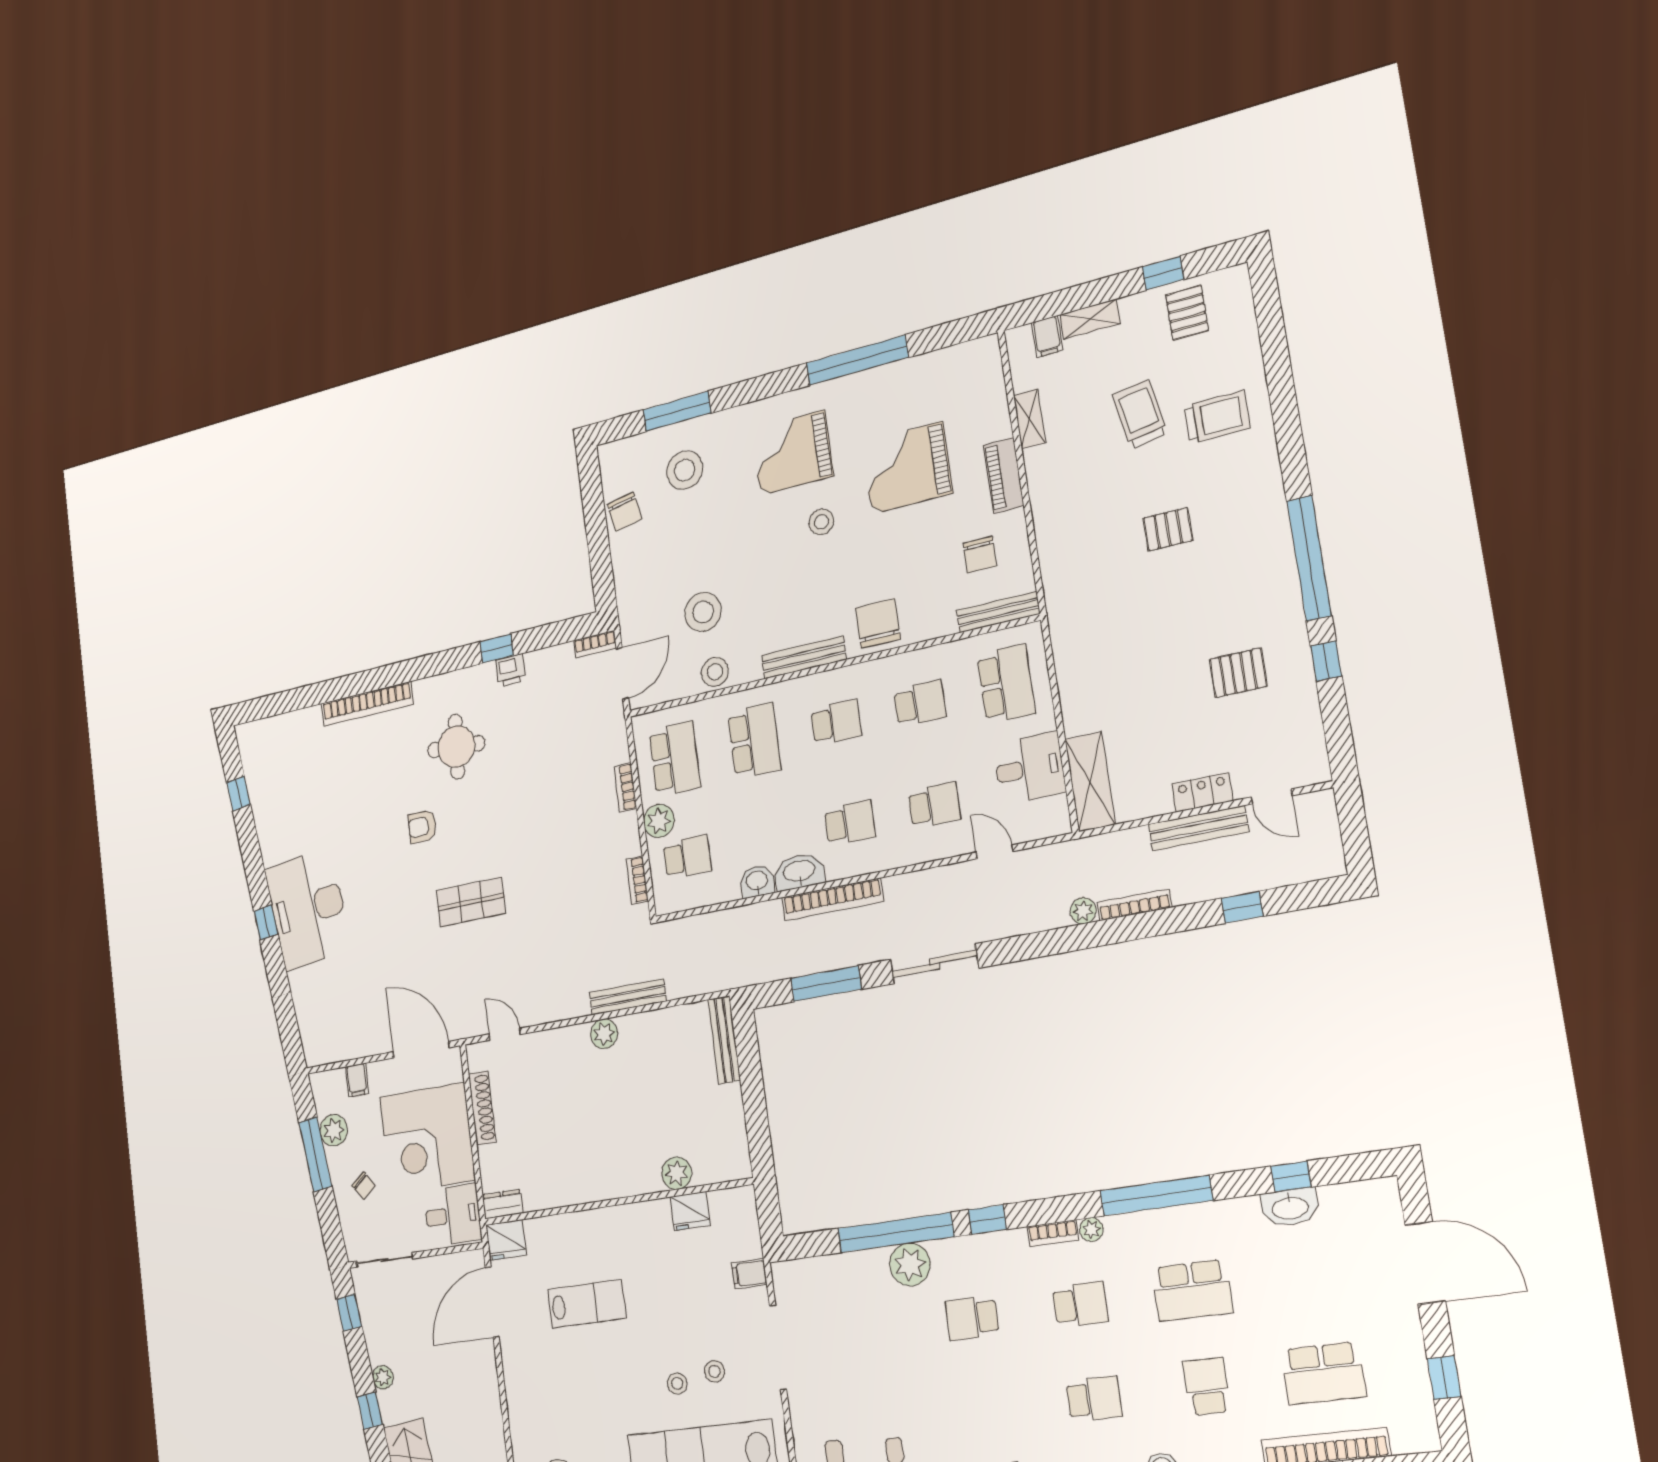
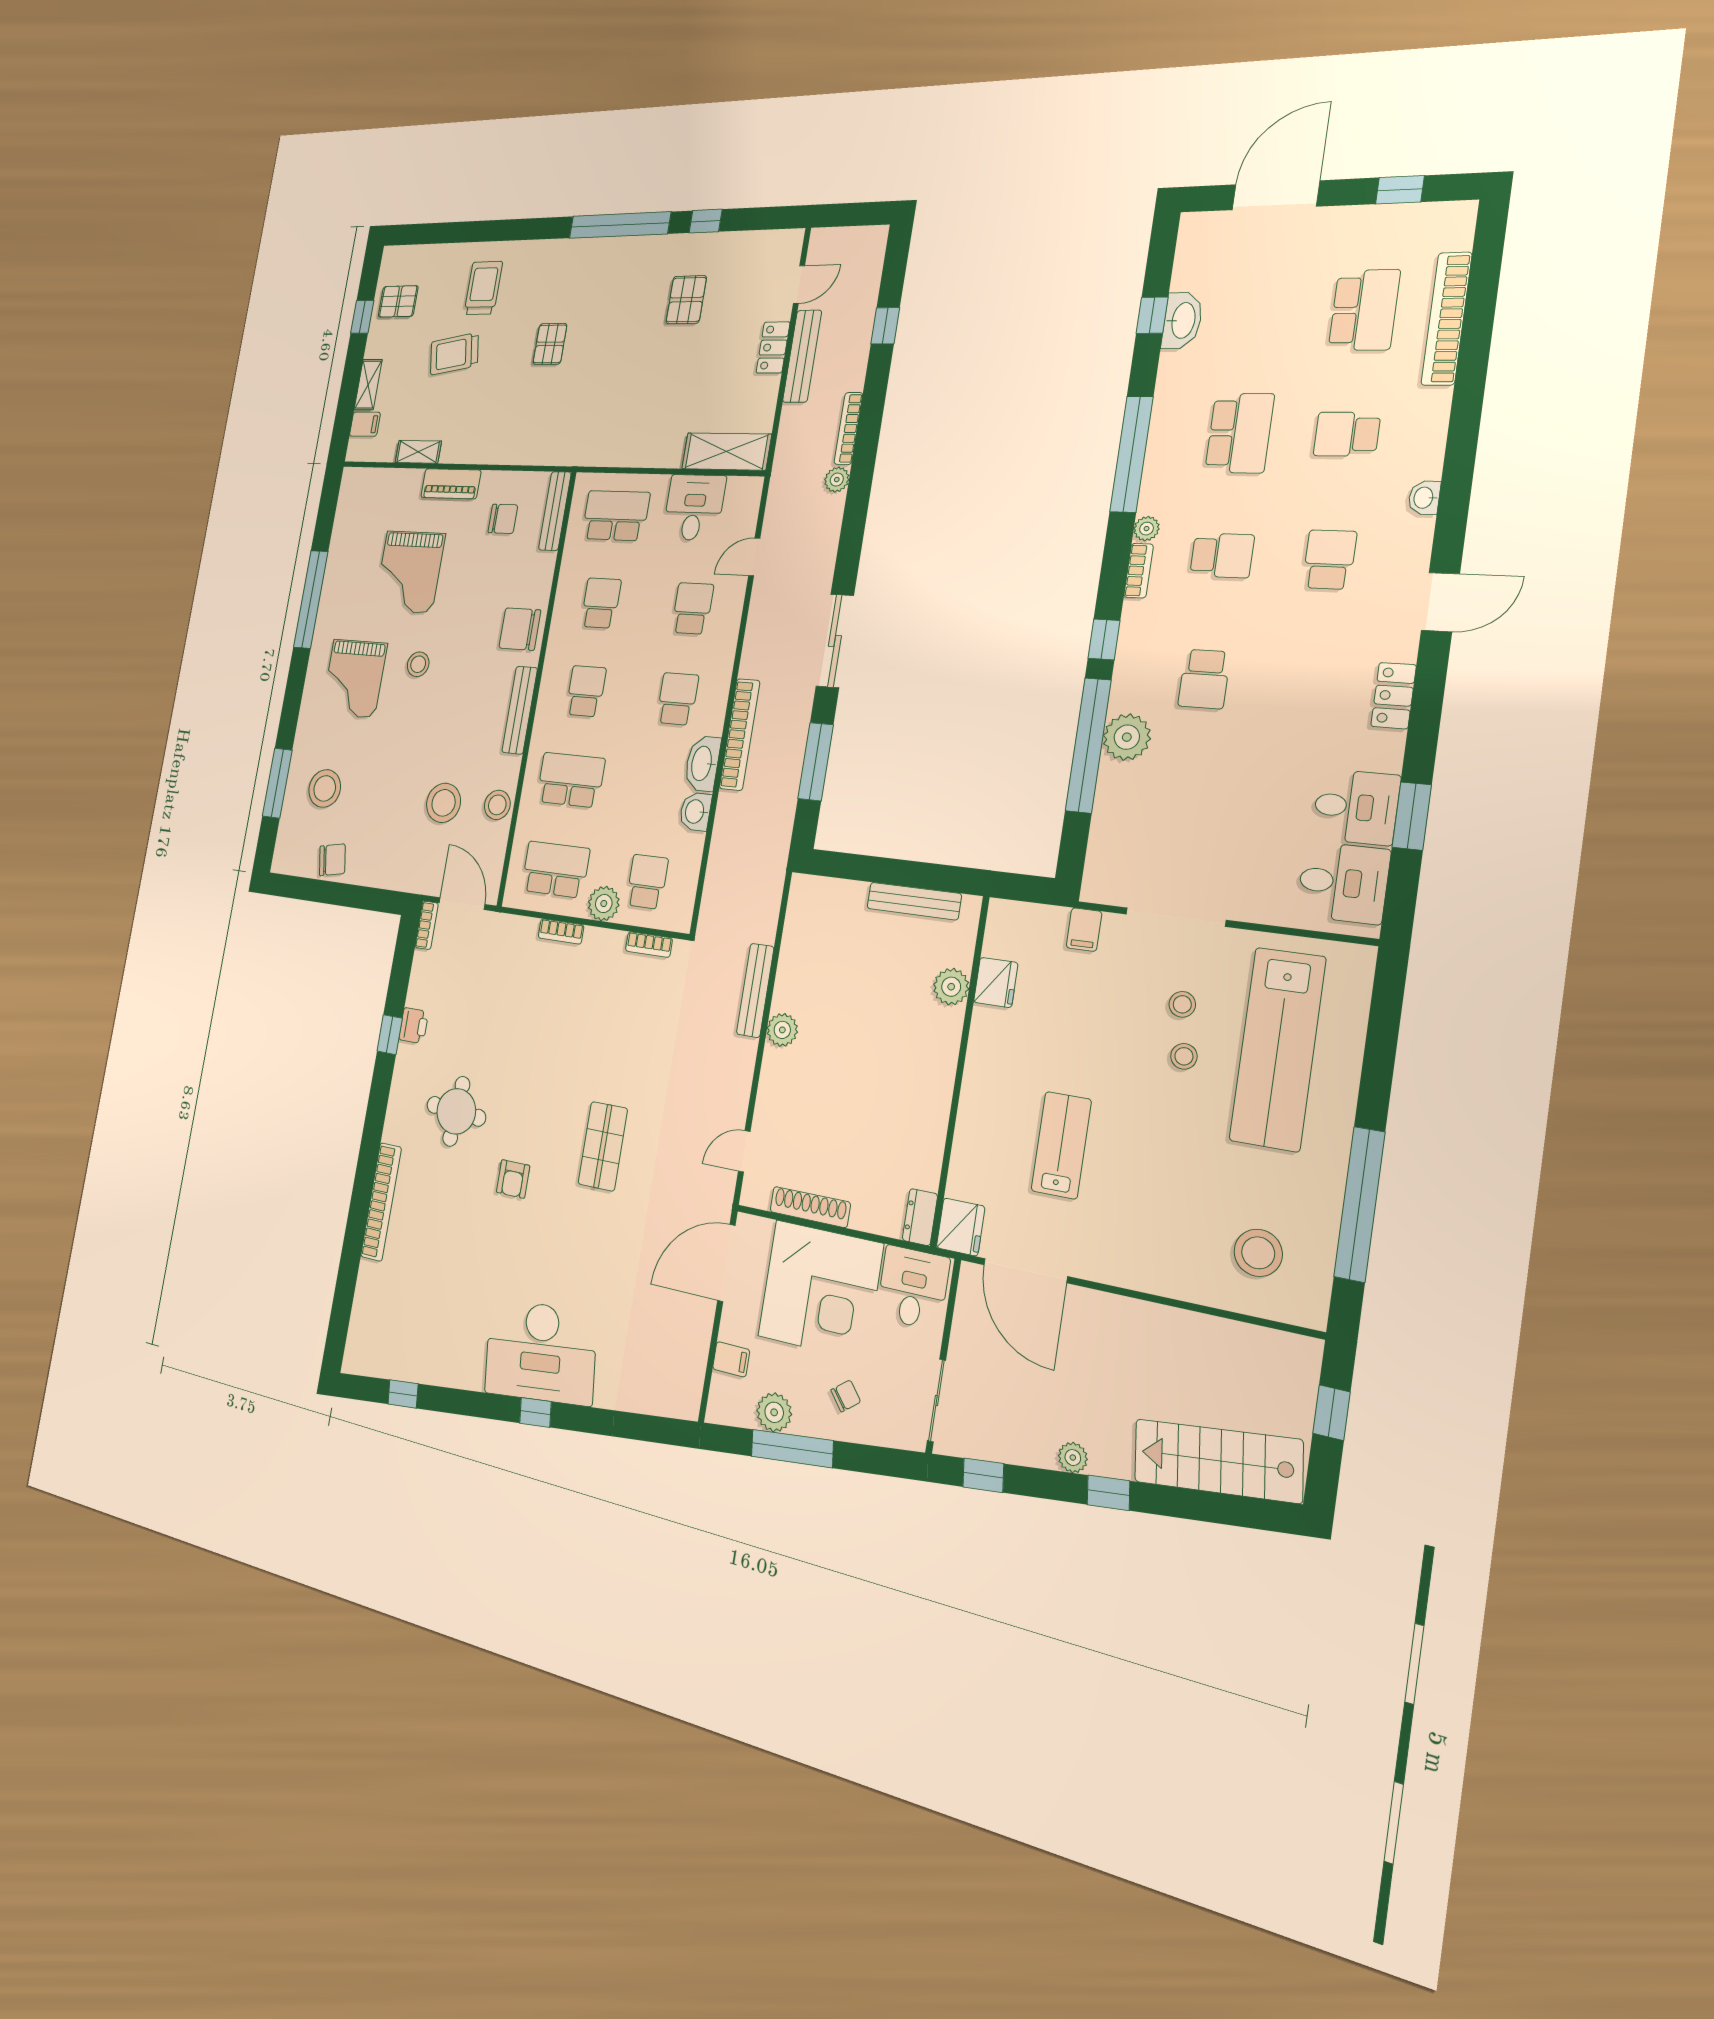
bench: (724, 1040) -> (914, 901), moved
school desk: (1080, 1304) -> (1222, 555), turned 90

